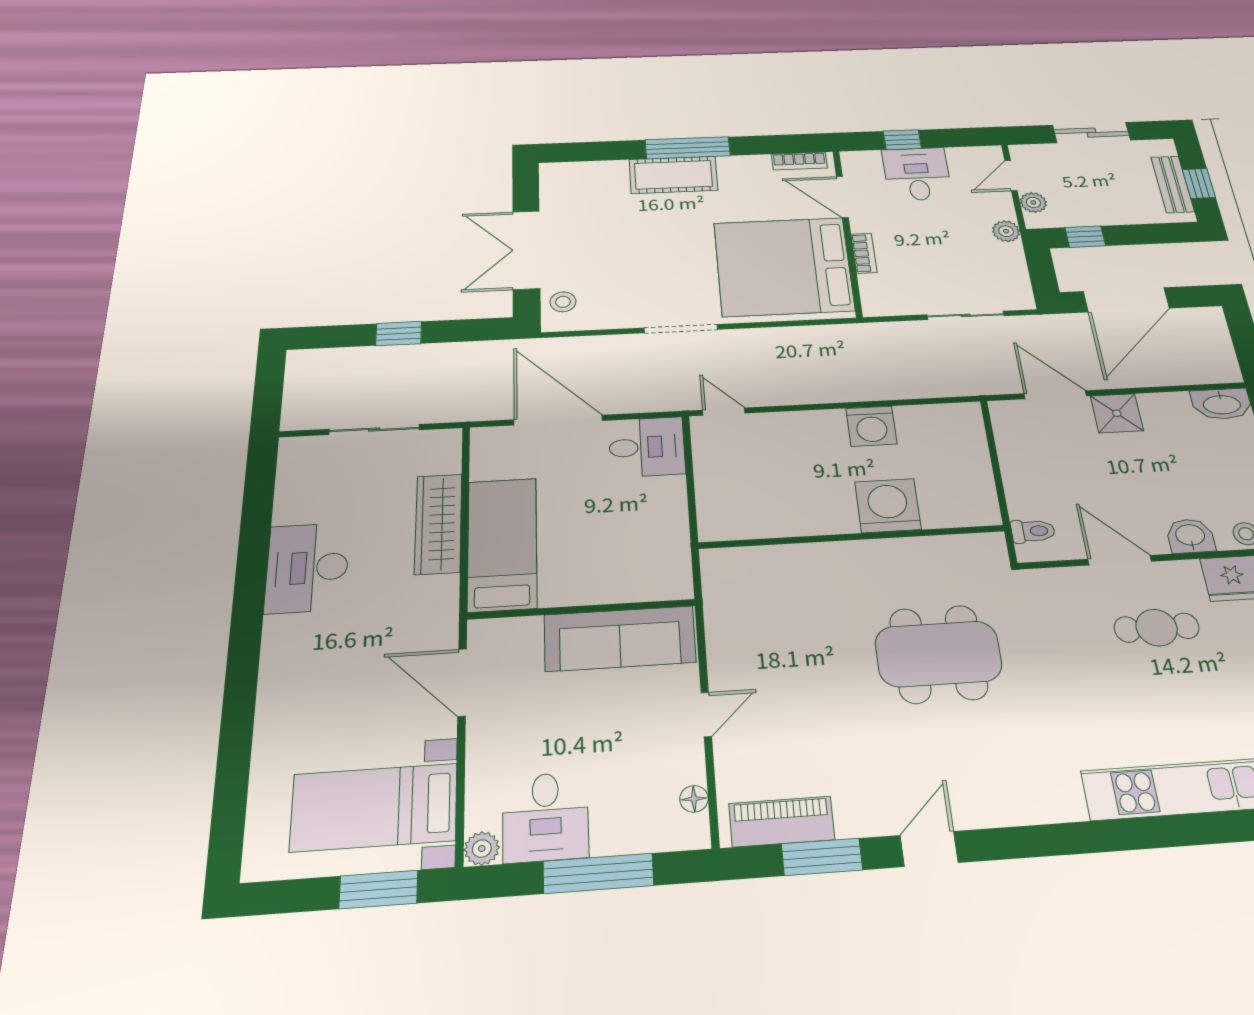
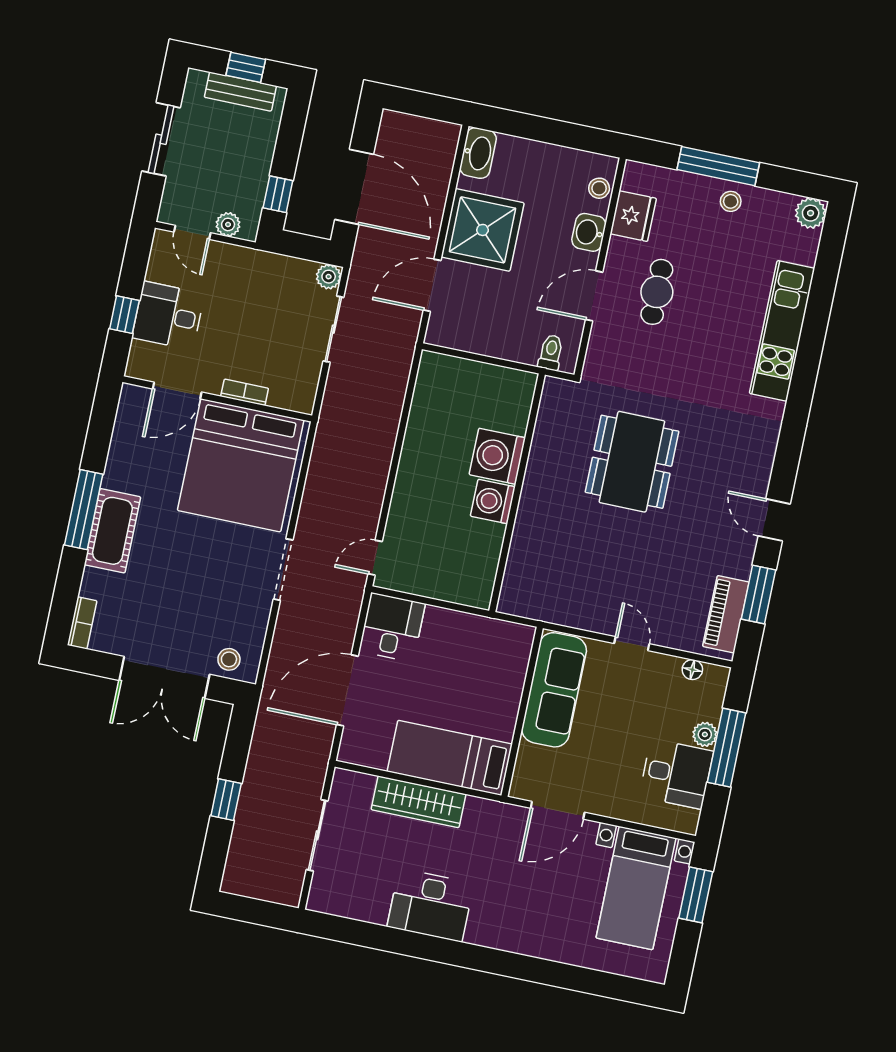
bookcase: (799, 161) -> (82, 623), moved
plant: (1006, 231) -> (329, 277), moved
shower: (1117, 413) -> (483, 230), width x1.86, depth x1.86
washing machine: (871, 426) -> (493, 502), moved, turned 180
plant: (482, 849) -> (705, 734), moved

